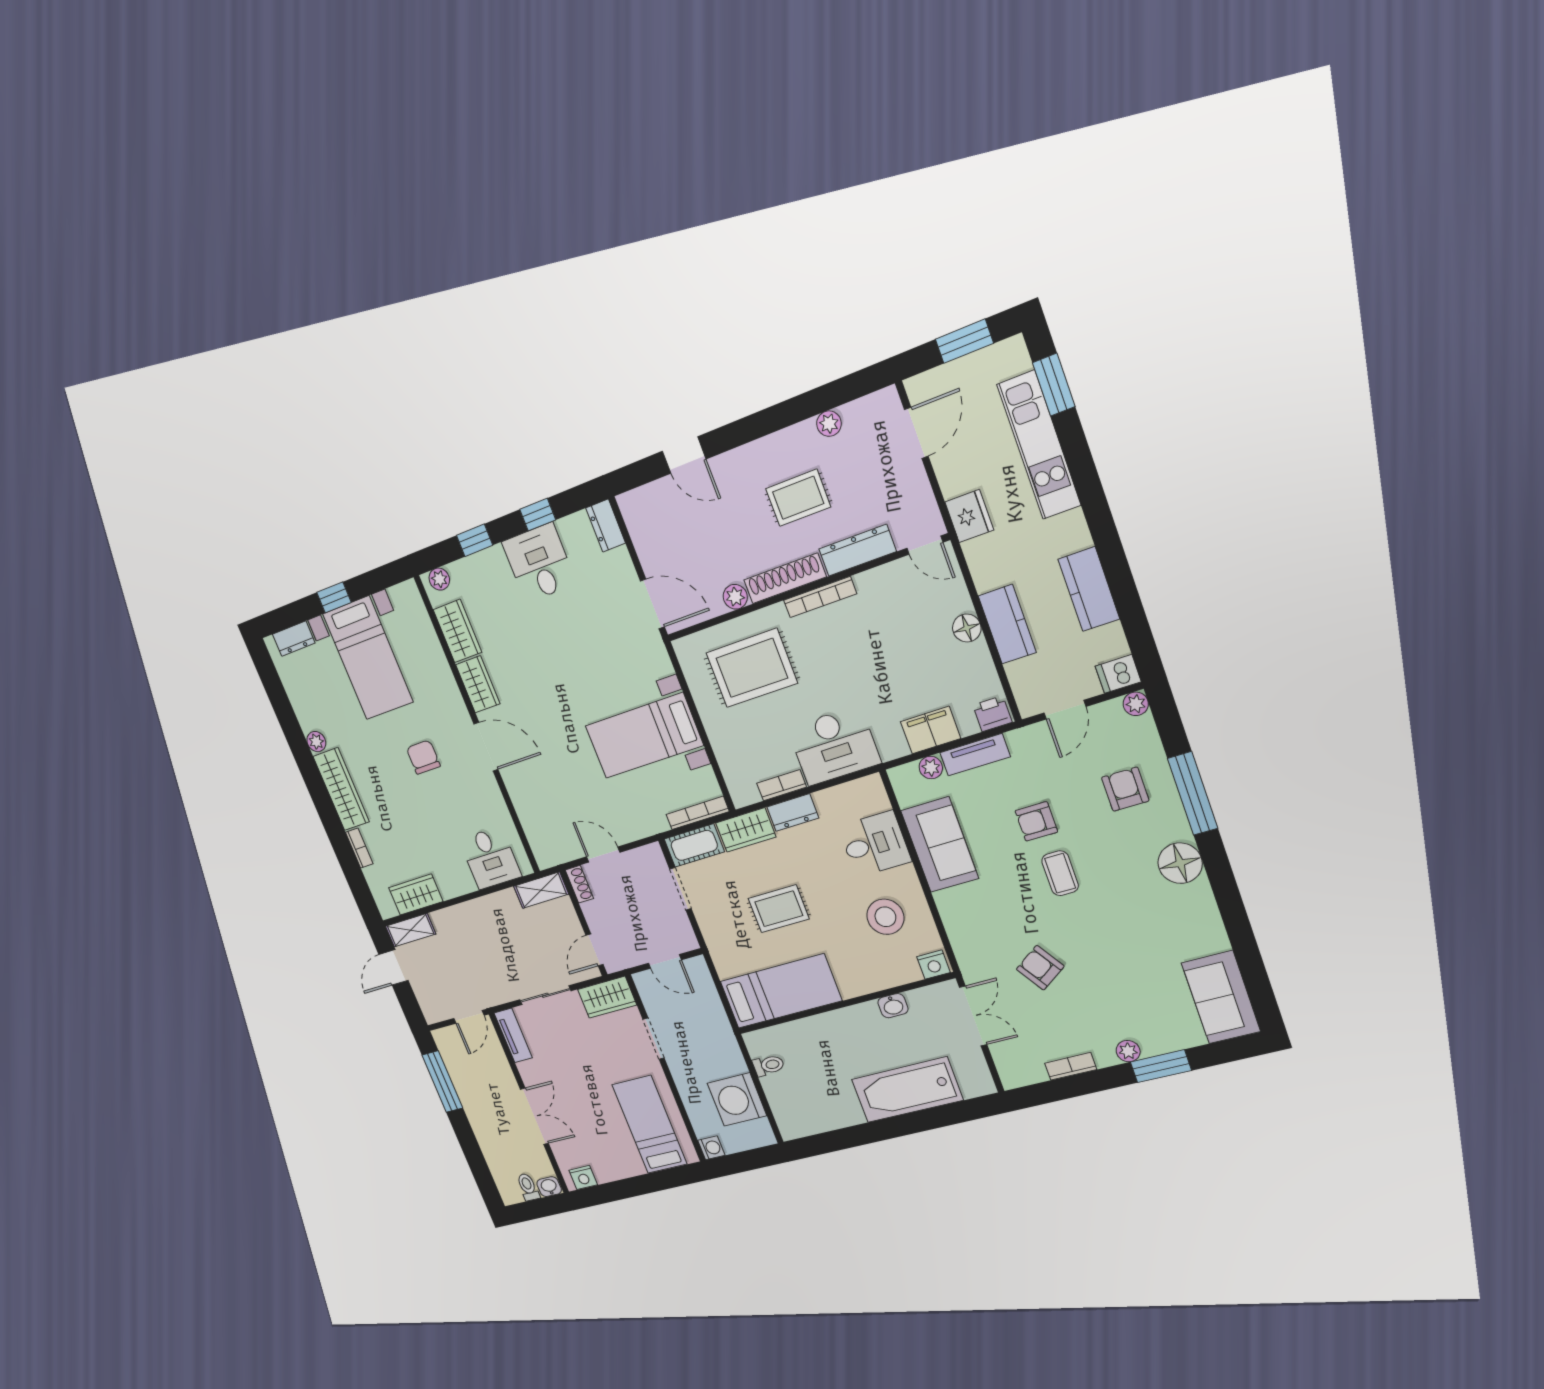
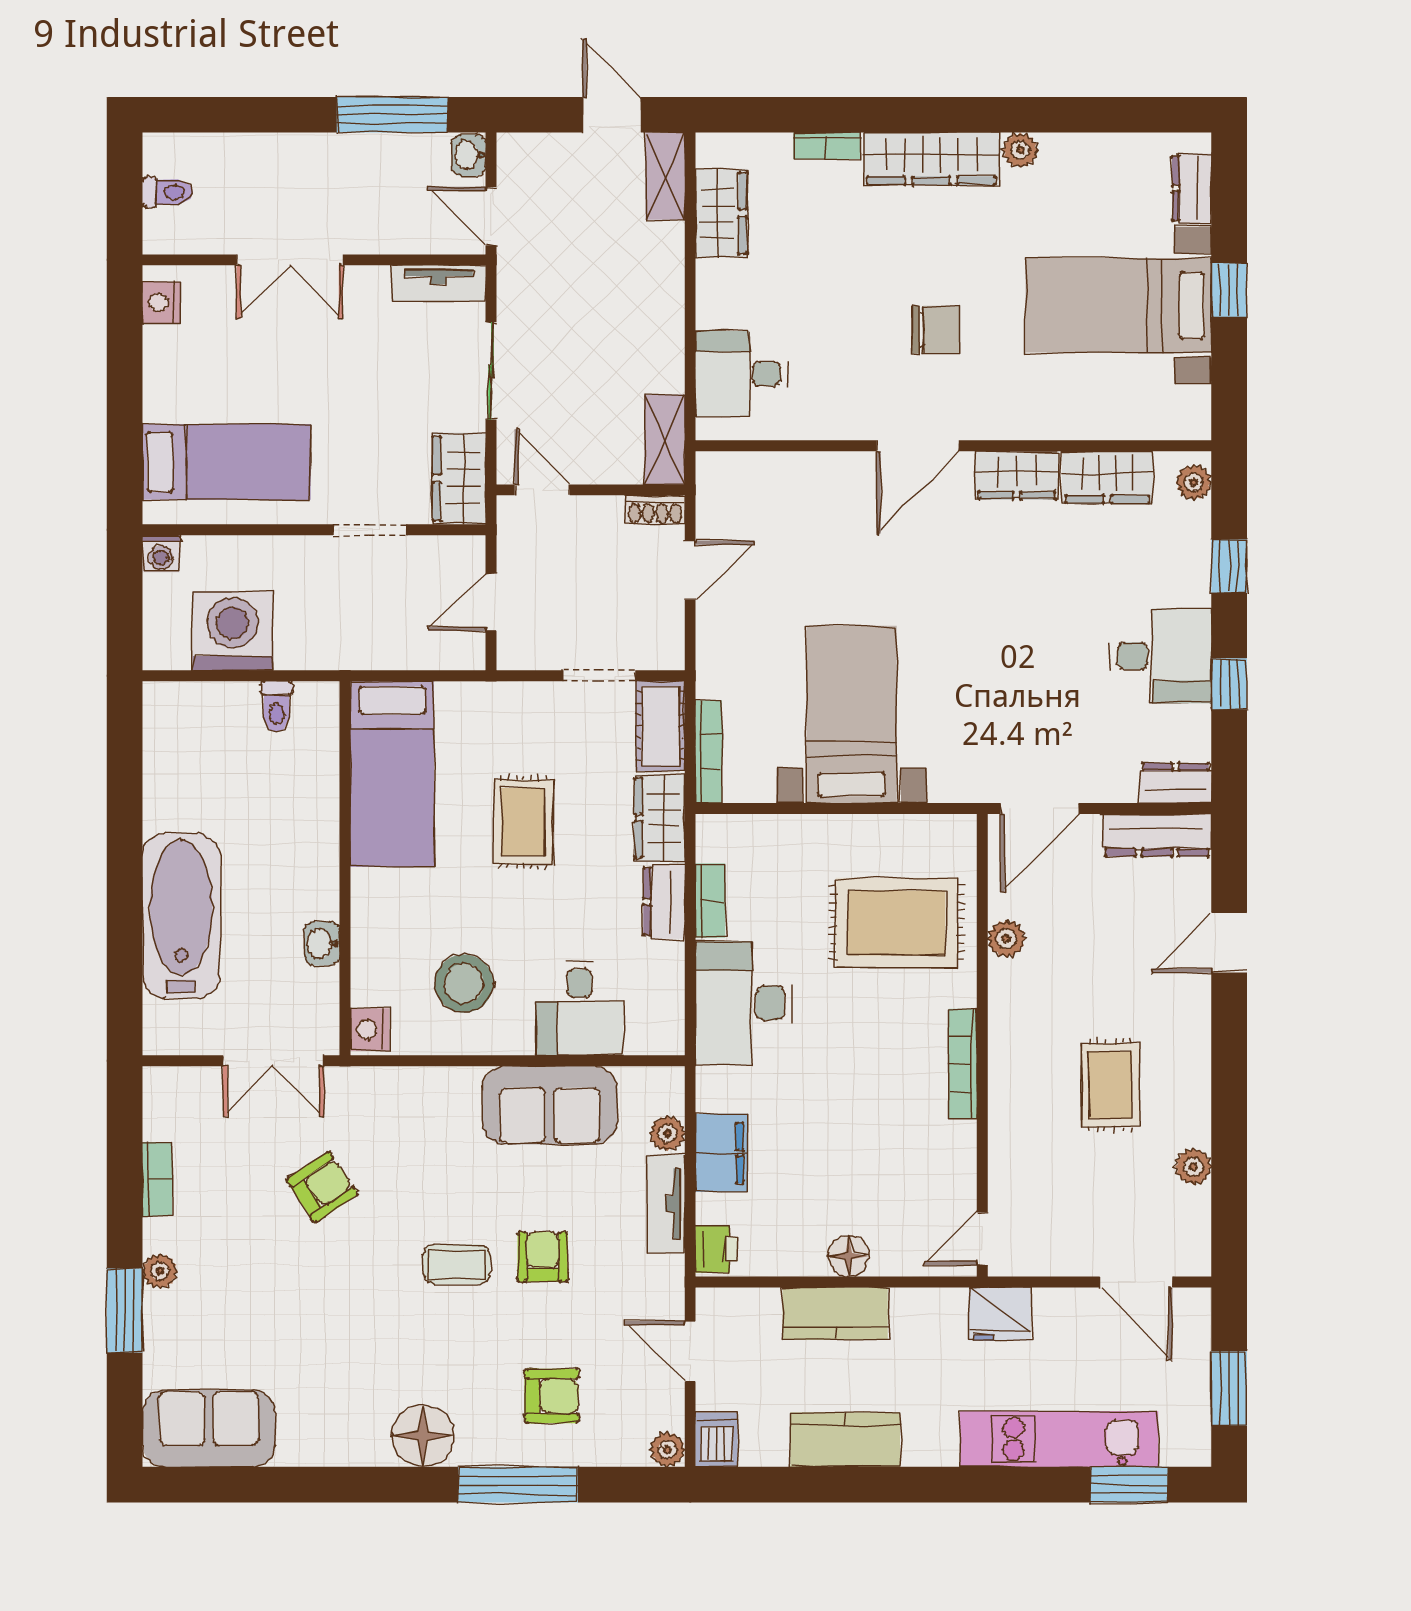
dresser: (857, 550) -> (1157, 835), moved, turned 90
shoe rack: (785, 578) -> (1006, 1023), removed
rug: (752, 668) -> (897, 923), turned 90
washbasin: (549, 1187) -> (469, 155), moved, turned 180

